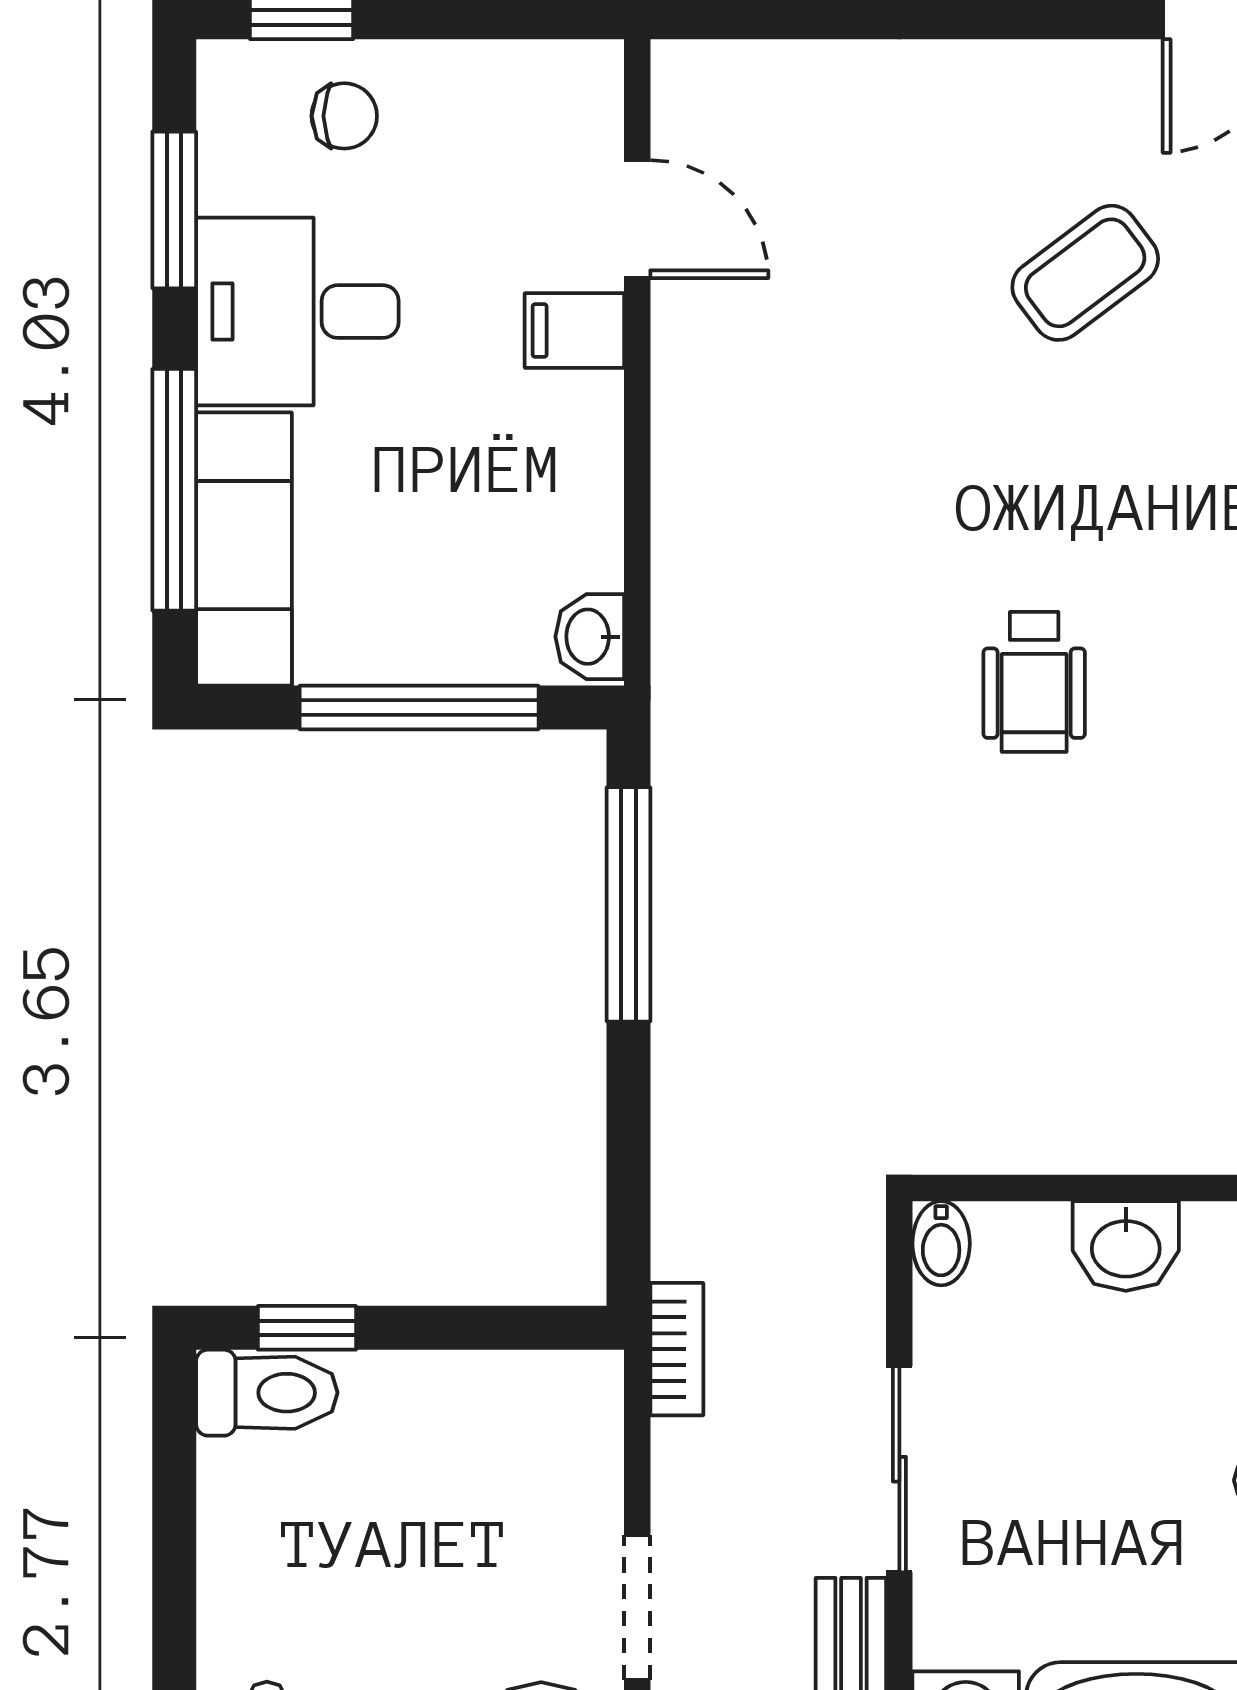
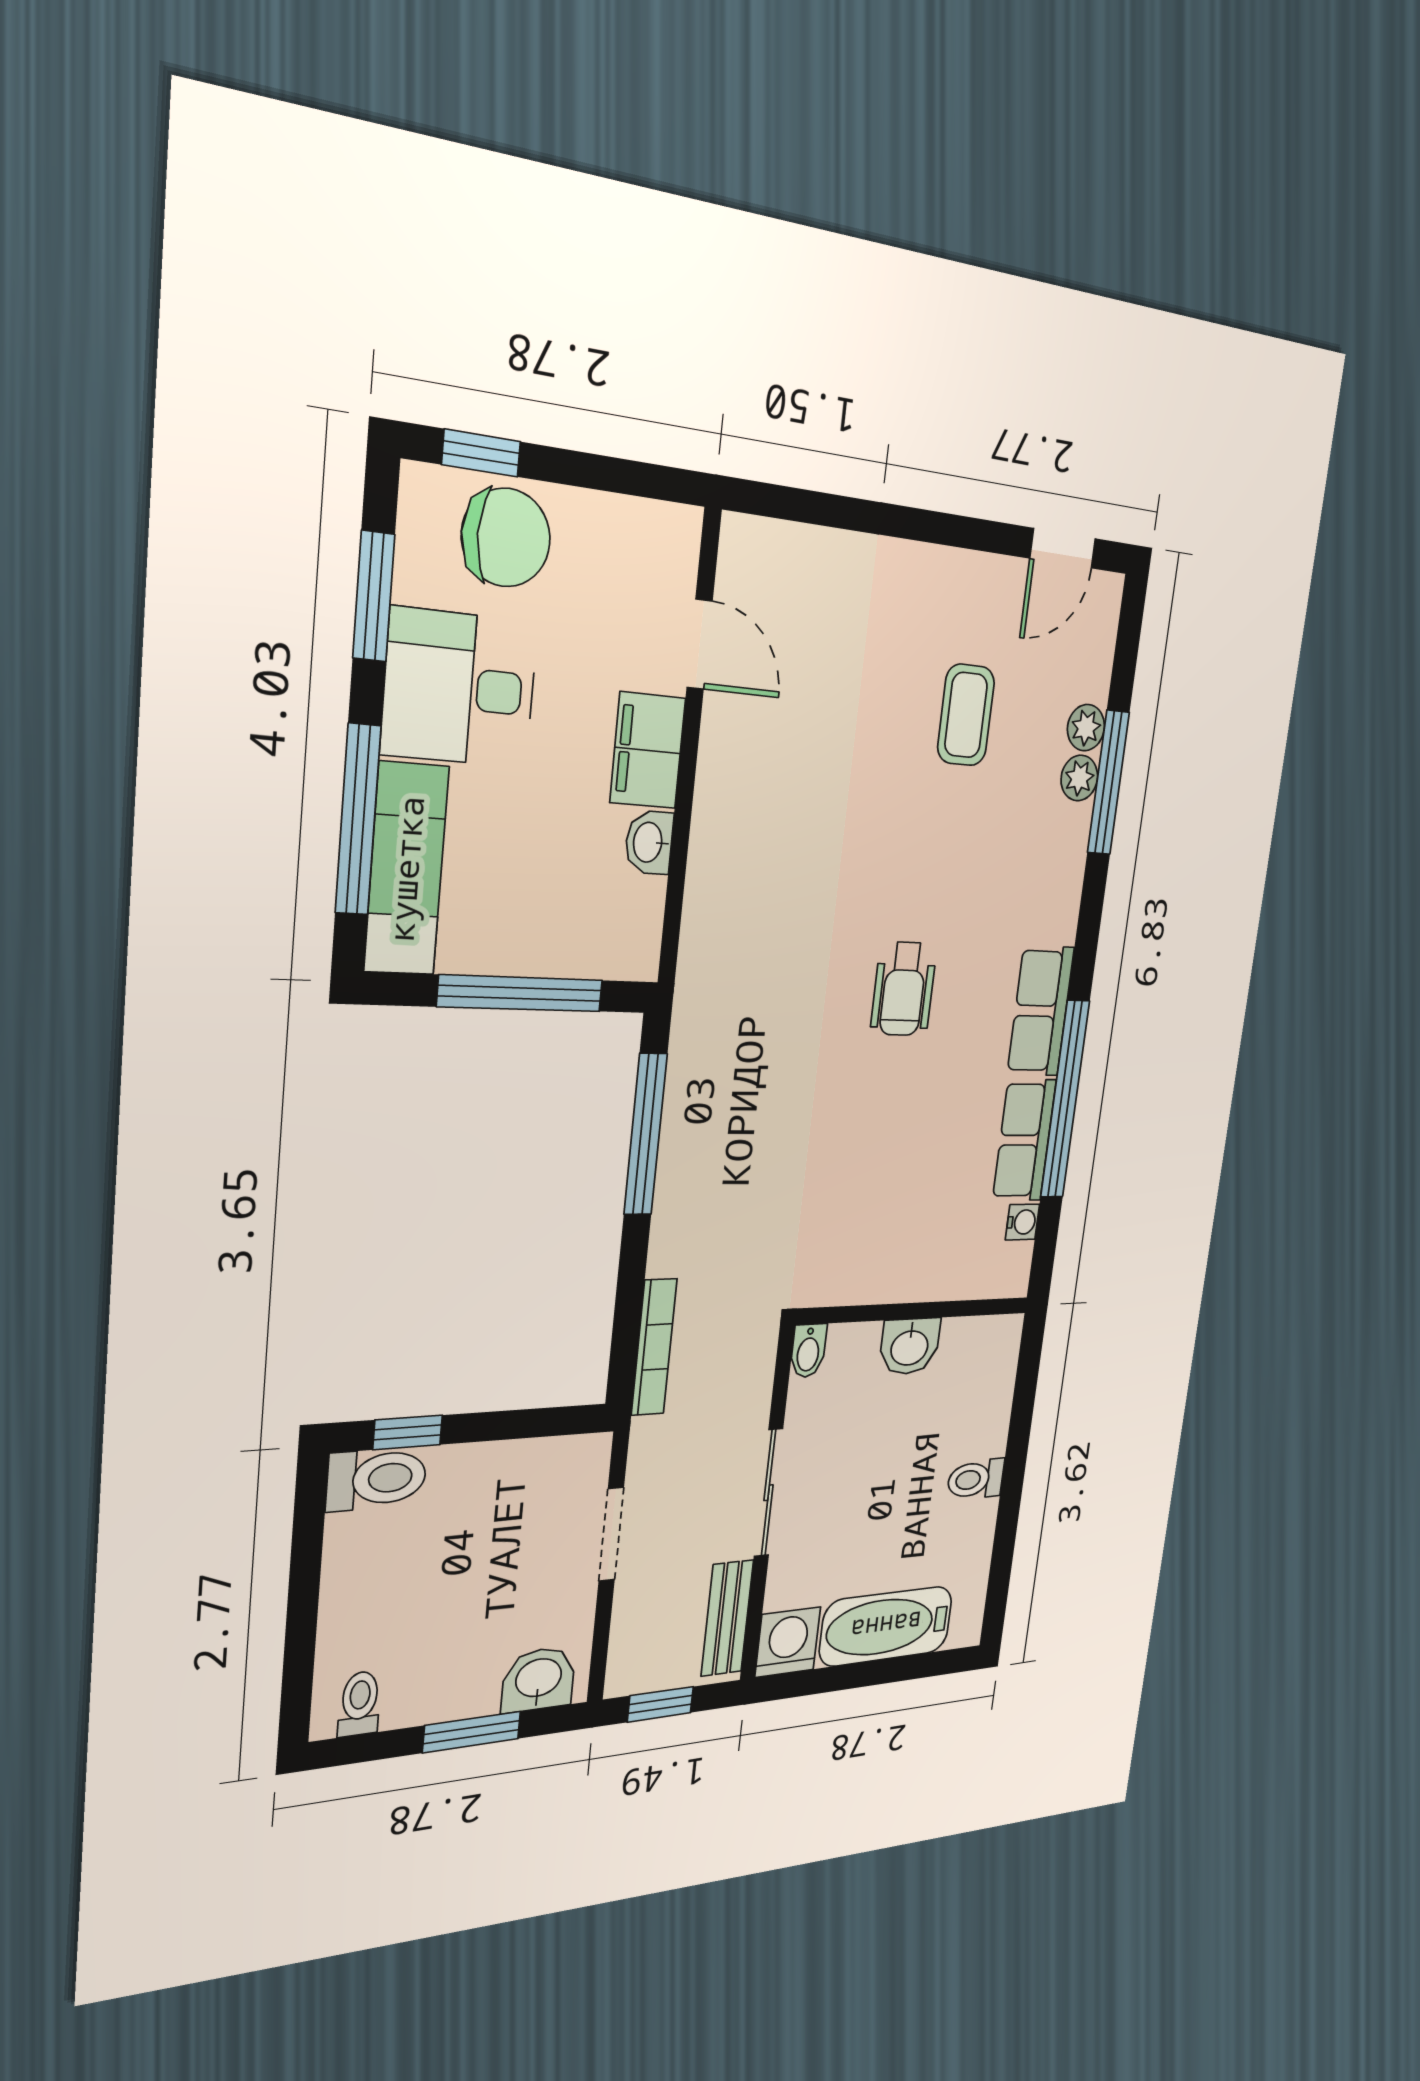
chair: (344, 116) -> (506, 538), width x1.87, depth x1.87
coffee table: (1085, 273) -> (966, 715), turned -53
filing cabinet: (574, 330) -> (648, 750), width x2.00
washbasin: (590, 637) -> (649, 842), moved
bookcase: (677, 1349) -> (654, 1347), moved, width x1.56
doorway: (637, 1607) -> (611, 1534), moved

